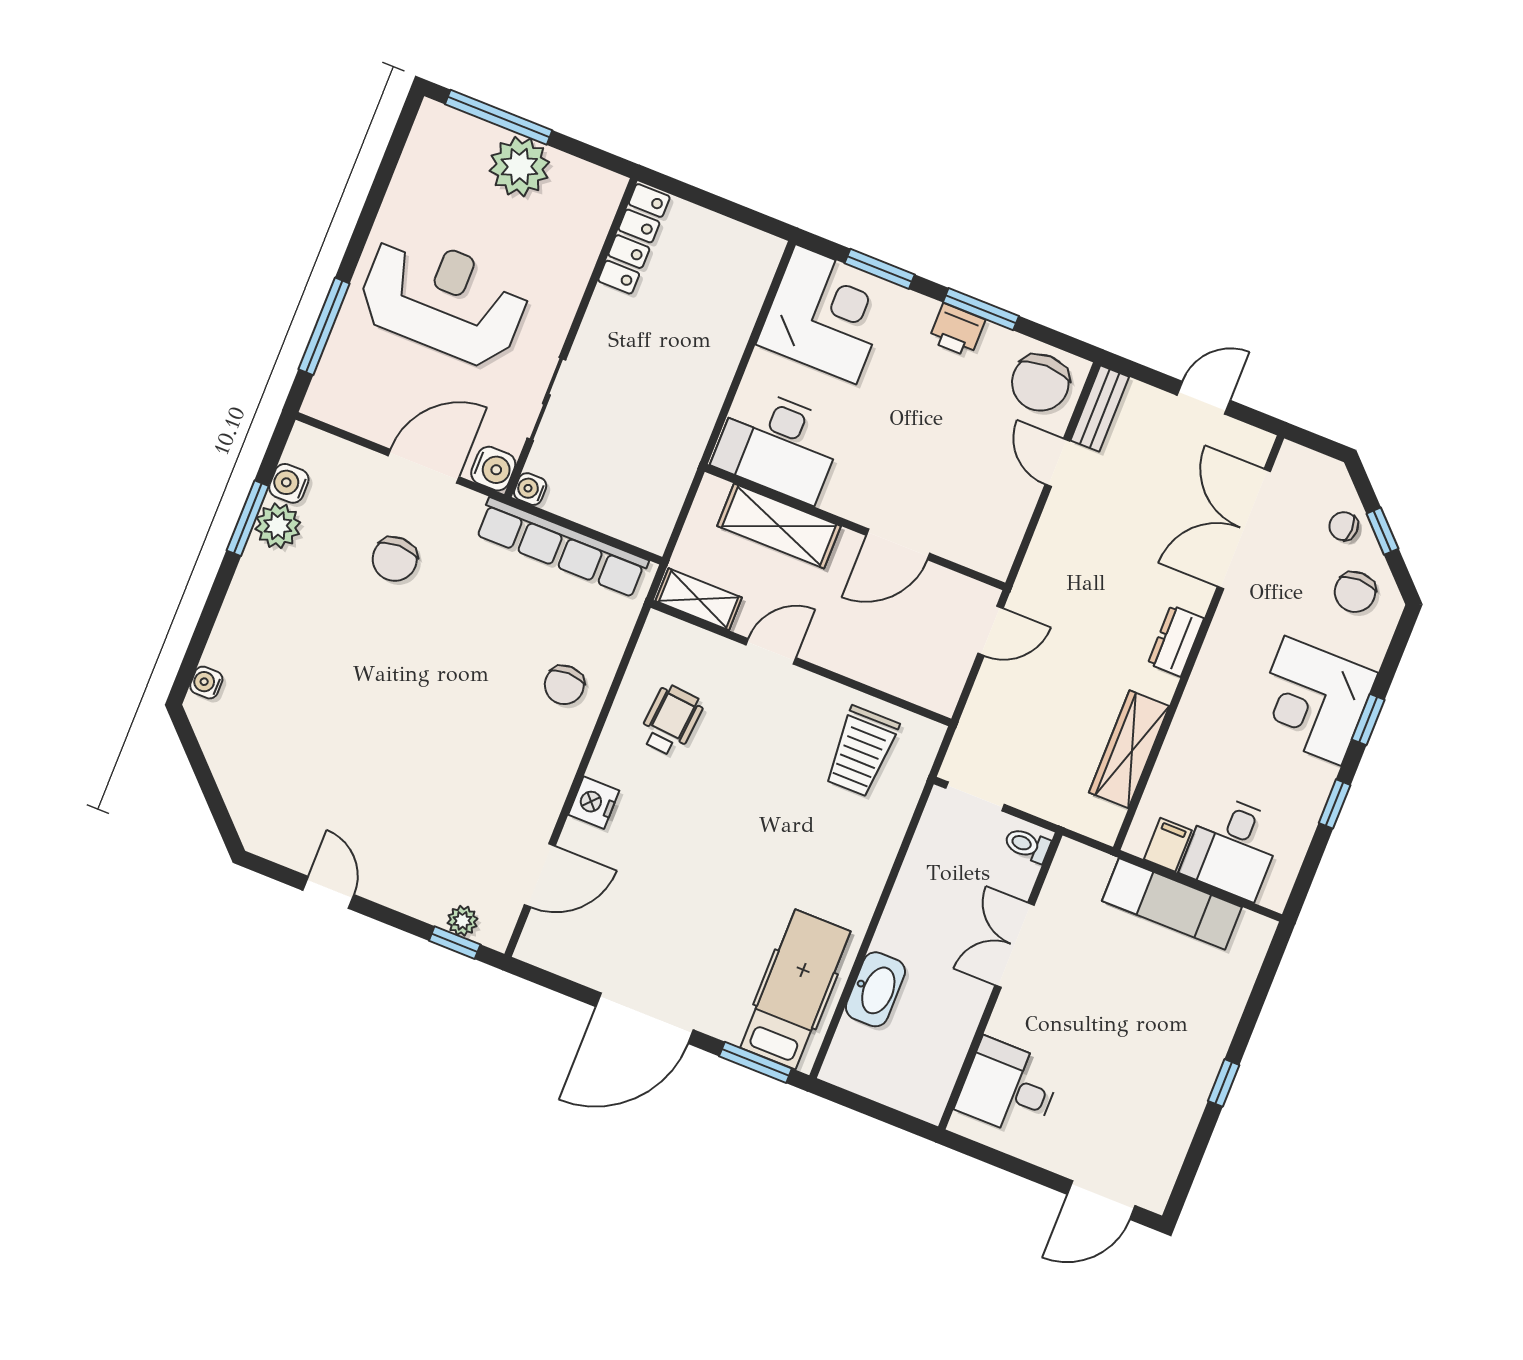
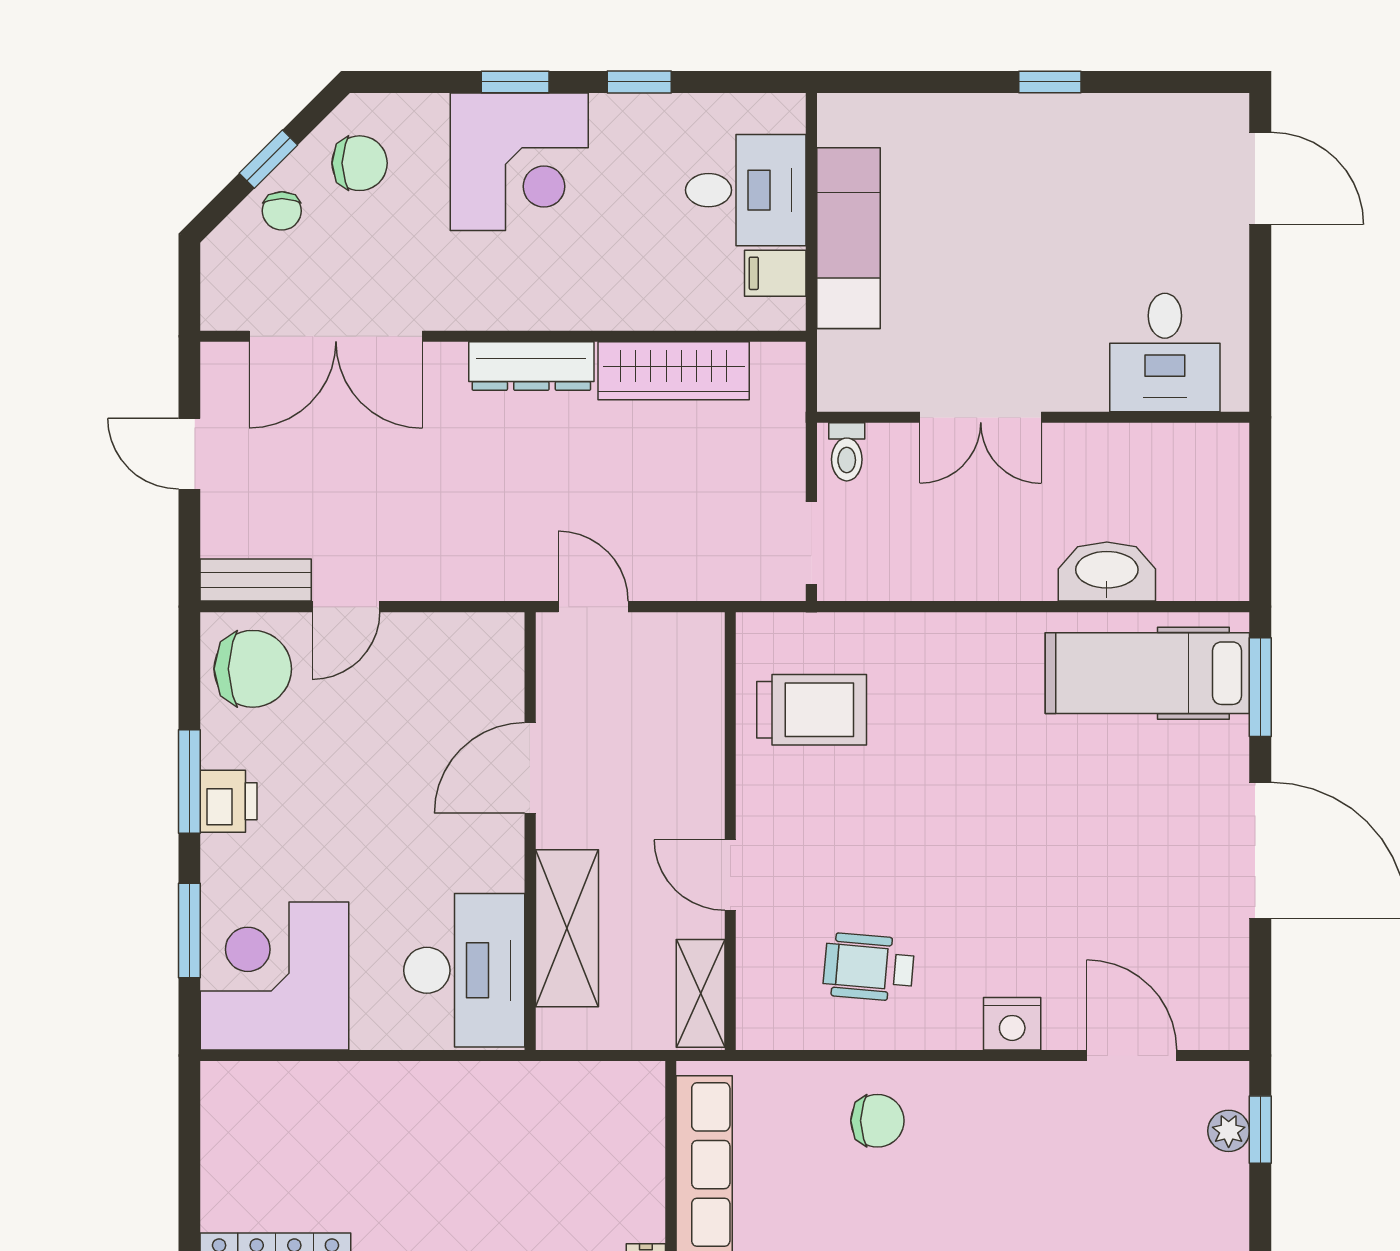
door: (898, 544) -> (530, 768), swing flipped
dresser: (1176, 641) -> (531, 366), width x1.44

